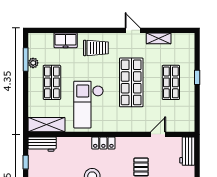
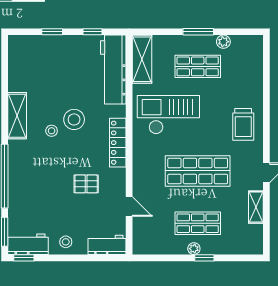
freezer: (66, 40) -> (253, 84), removed
window: (26, 60) -> (198, 32), moved
plant: (190, 85) -> (194, 249), added
locker: (103, 143) -> (118, 143), width x1.53
workbench: (42, 144) -> (113, 70), width x1.88, depth x1.32

